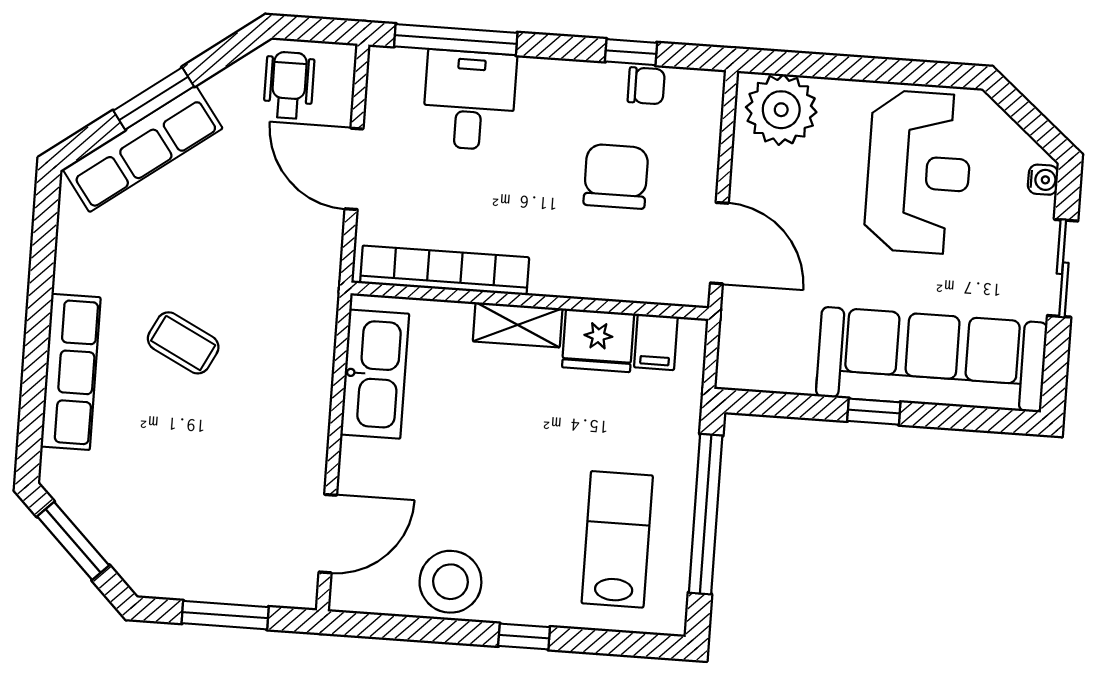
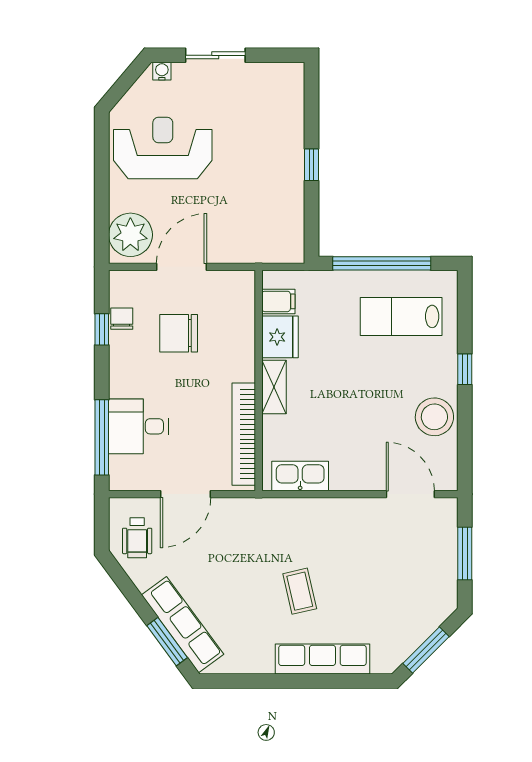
wheelchair: (289, 85) -> (137, 538), turned -90
window: (154, 98) -> (167, 642), moved
door: (719, 243) -> (182, 267), moved
coffee table: (183, 343) -> (300, 591), turned -40
sofa: (932, 360) -> (277, 132), removed
kitchen sink: (375, 374) -> (300, 476), width x0.73, depth x0.81

